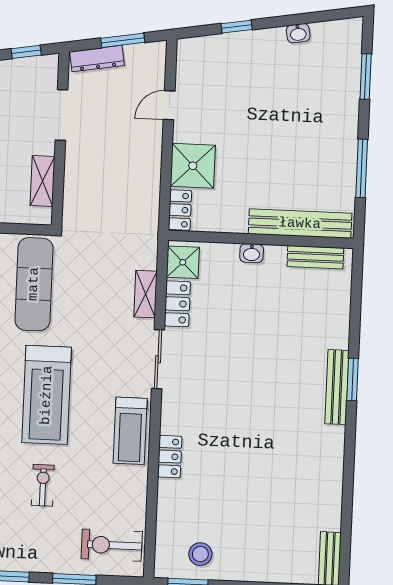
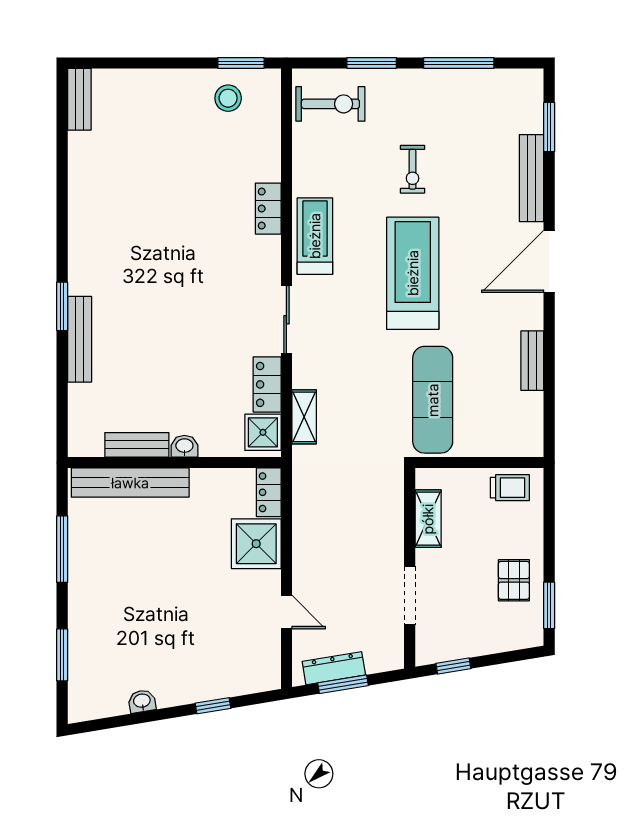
dresser: (97, 59) -> (334, 668), moved
door: (169, 105) -> (286, 612), hinge flipped
bench: (315, 257) -> (137, 445), moved
shelving: (146, 294) -> (304, 417), moved
bench: (337, 387) -> (80, 339), moved

